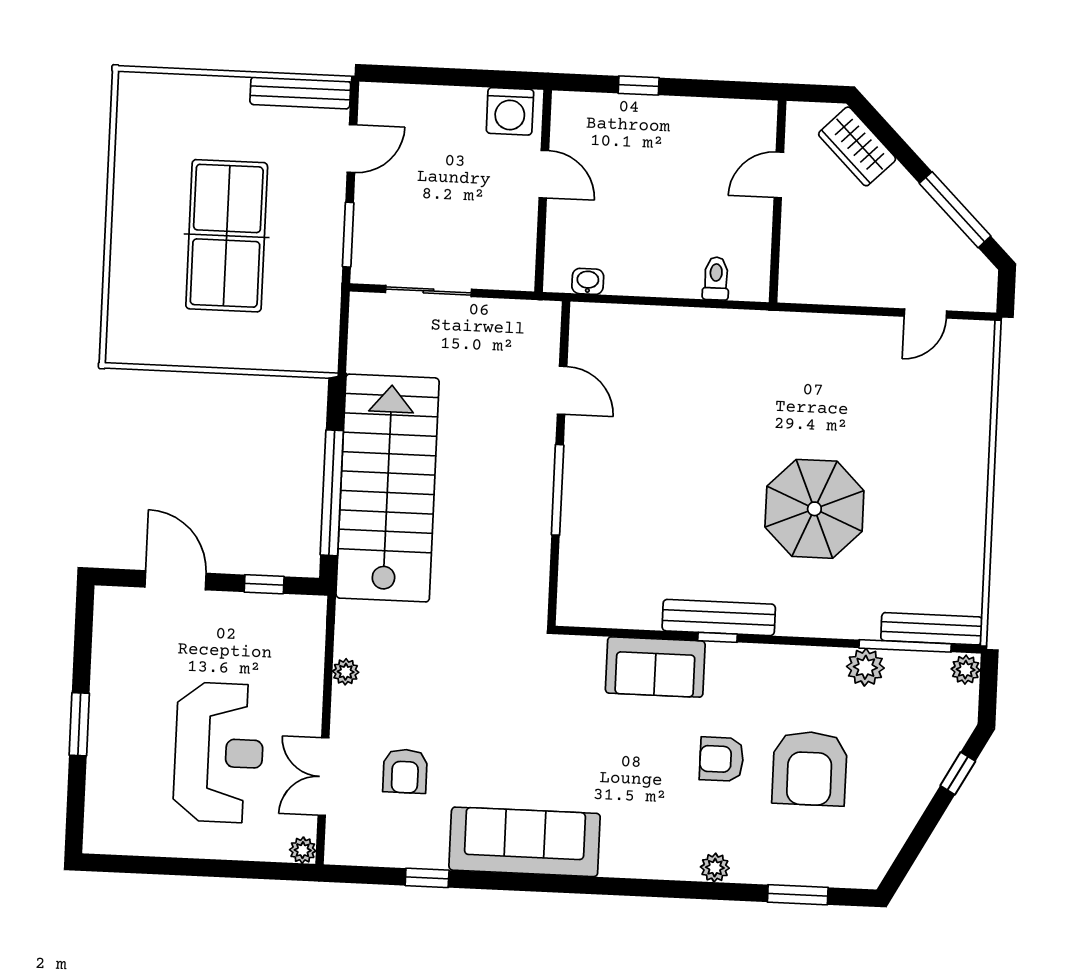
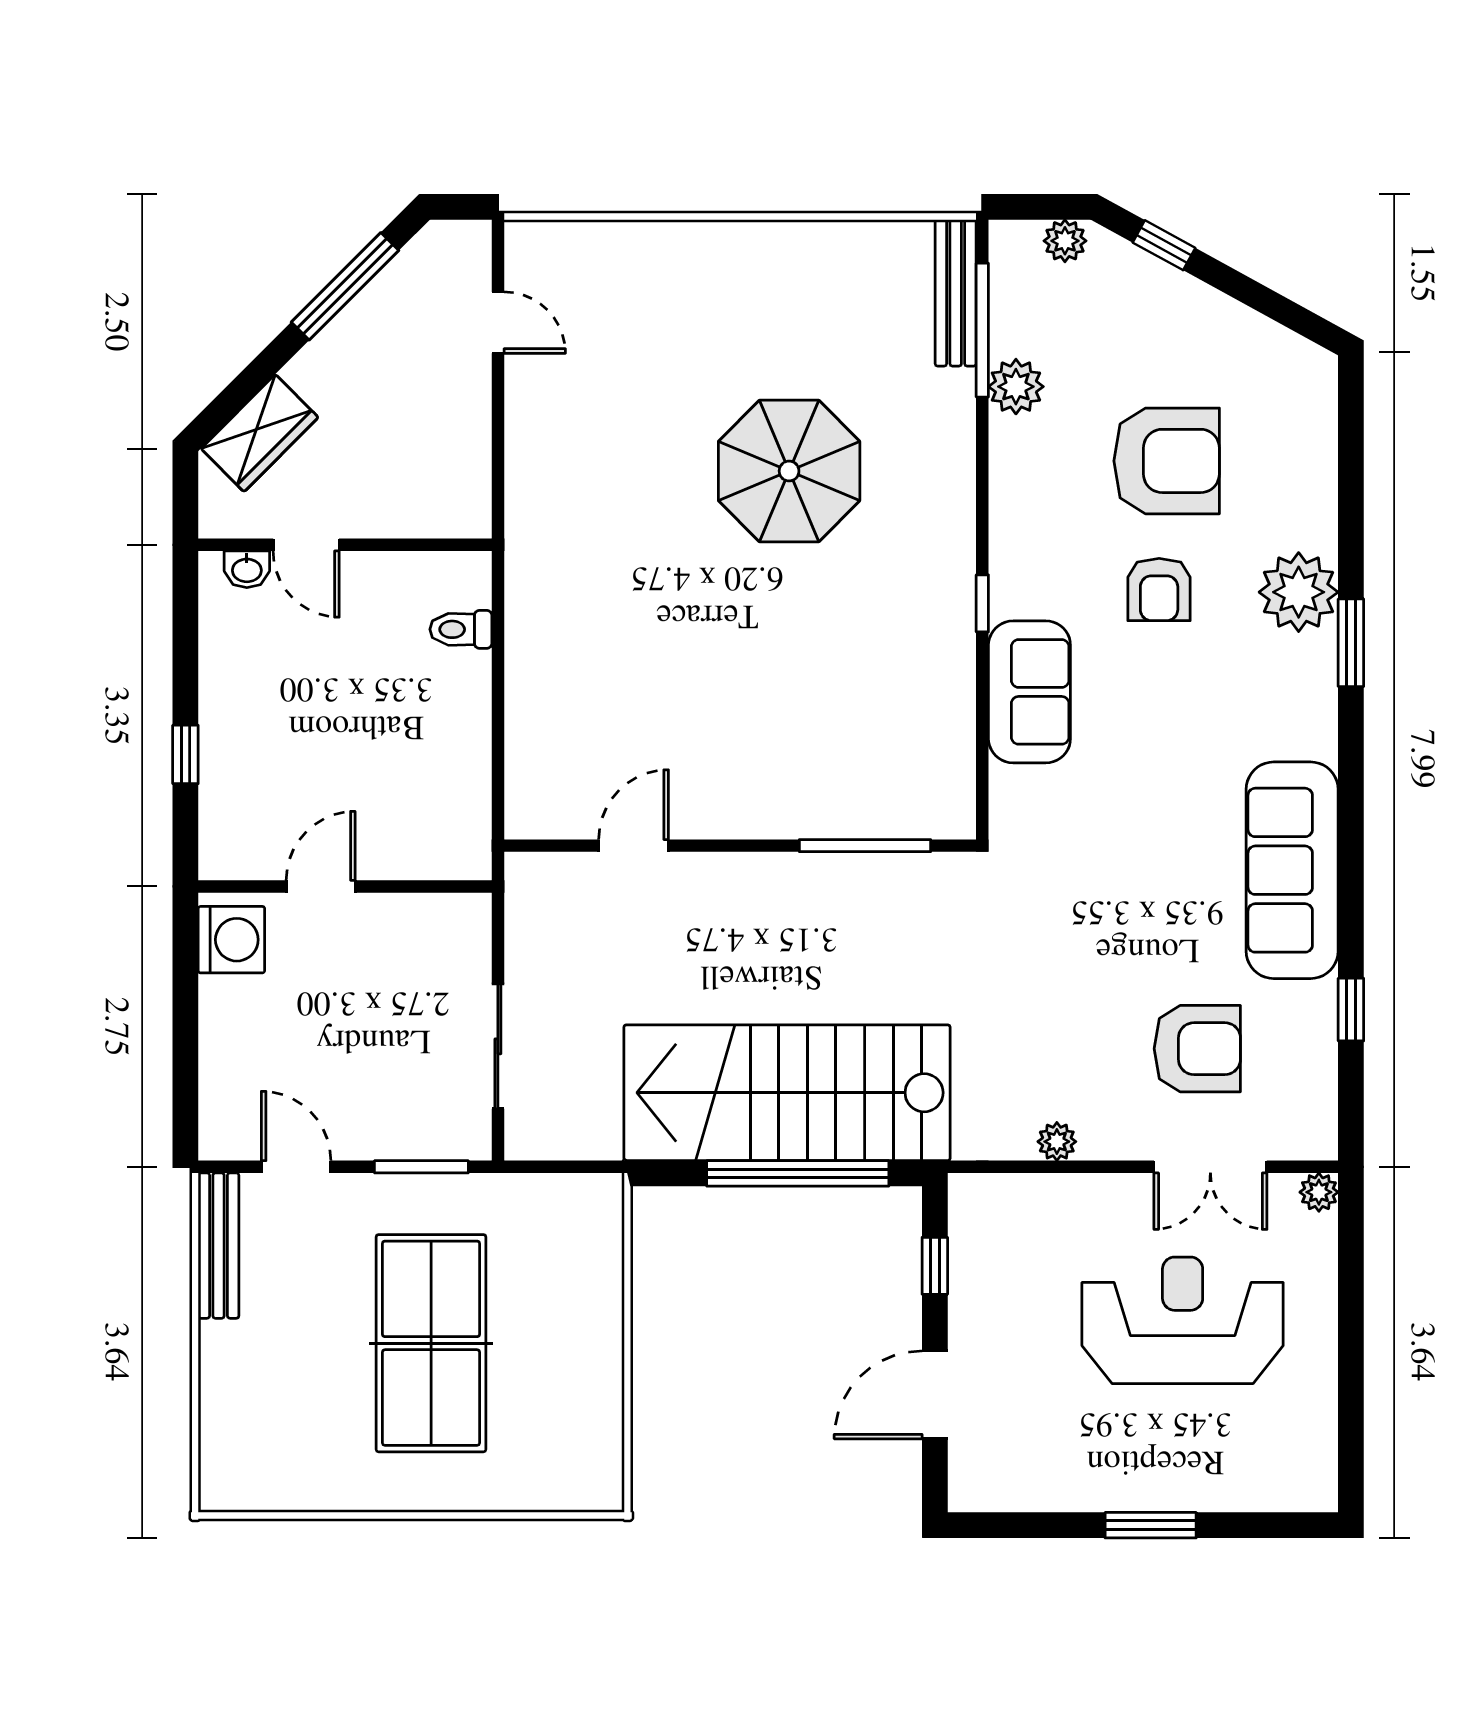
table tennis table: (227, 236) -> (431, 1343), turned 90
washbasin: (588, 281) -> (247, 569), moved, turned -90
window: (558, 490) -> (865, 846), moved
bench: (719, 617) -> (953, 603), removed
plant: (966, 670) -> (1065, 241), moved
armchair: (405, 771) -> (1197, 1049), width x1.38, depth x1.38
plant: (715, 868) -> (1299, 592), width x1.87, depth x1.87
window: (798, 895) -> (1351, 643), moved

